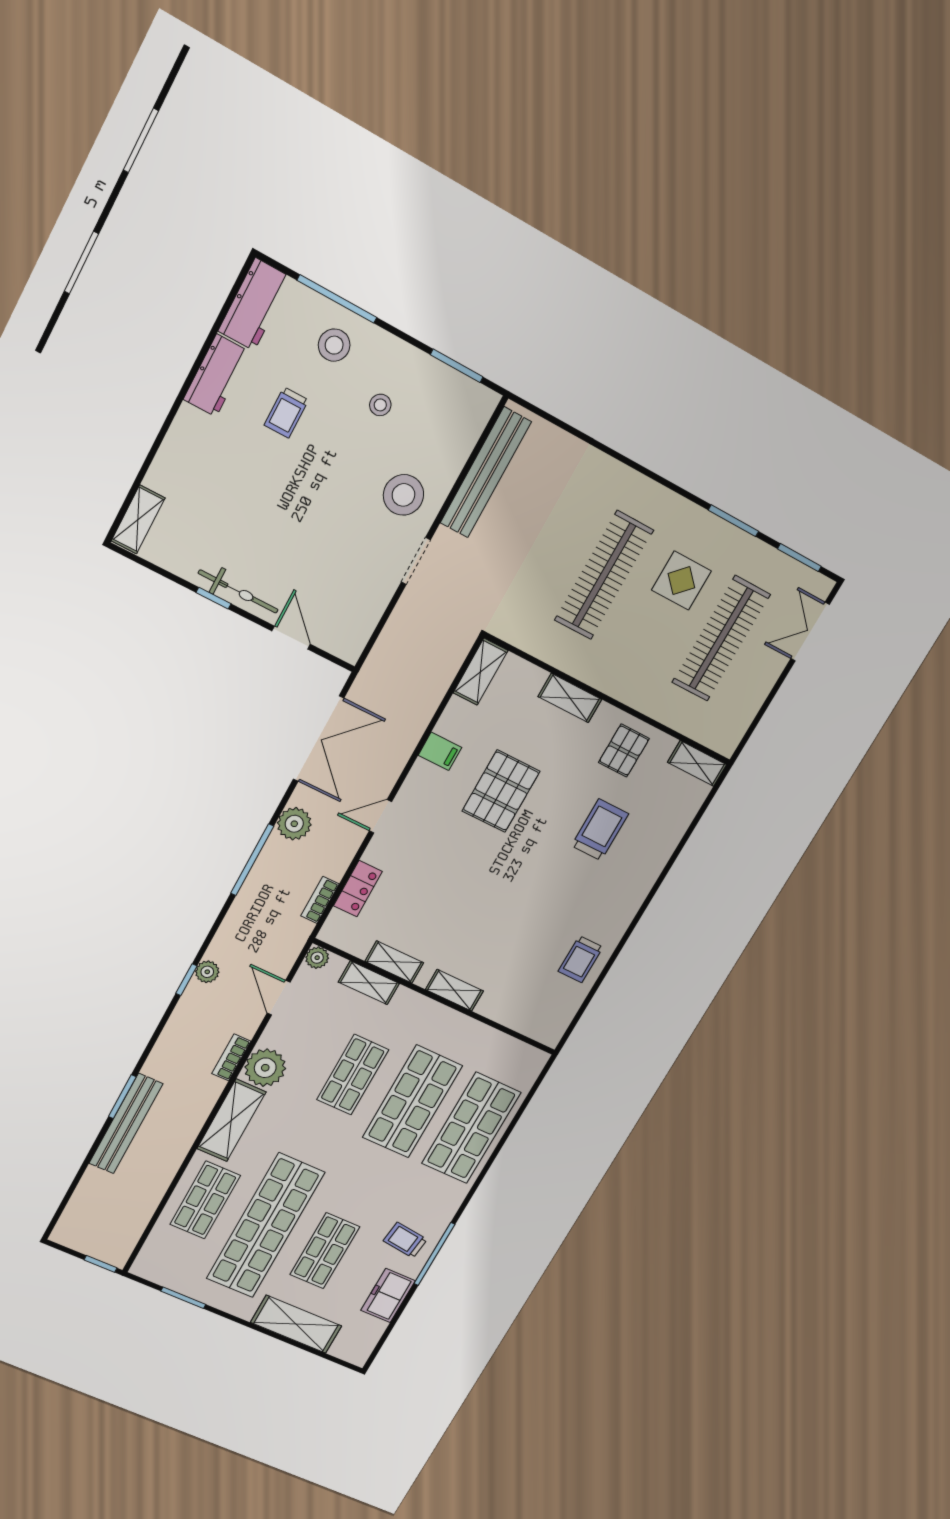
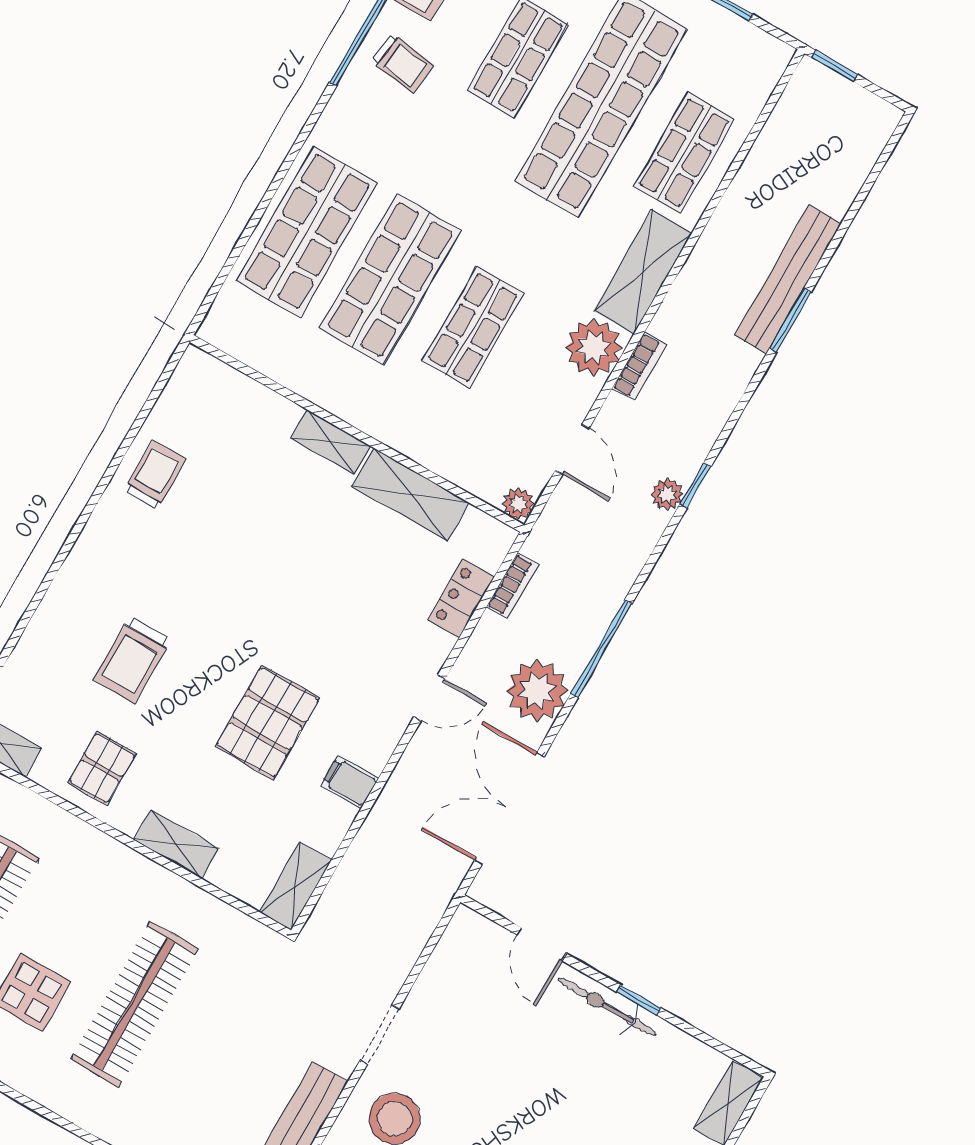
plant: (294, 824) -> (537, 691), width x1.36, depth x1.36
shelving: (394, 962) -> (410, 494), width x1.50, depth x1.33
shelving: (369, 983) -> (449, 462), removed

